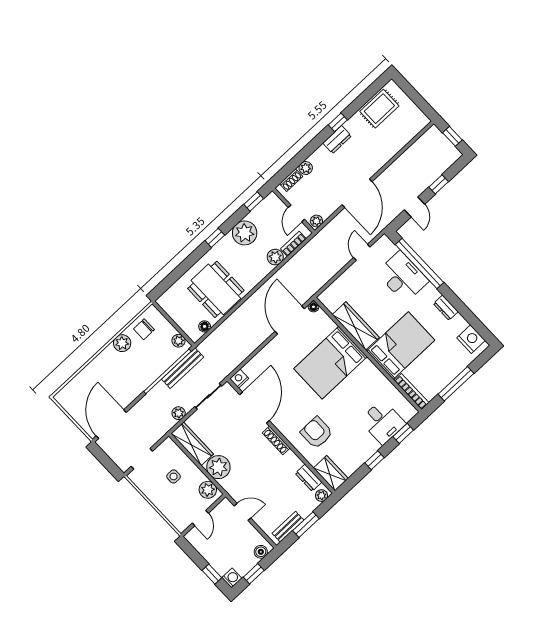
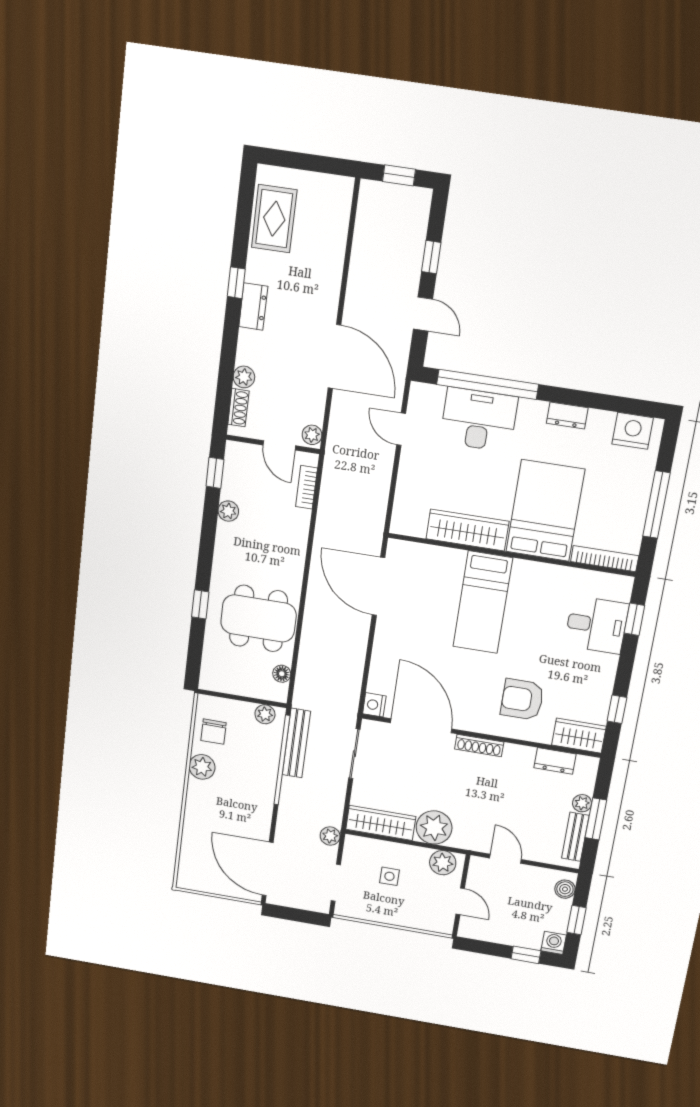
plant: (245, 233) -> (228, 511), width x0.53, depth x0.53
window: (215, 238) -> (200, 604), moved
plant: (275, 257) -> (298, 522), removed
floor lamp: (313, 307) -> (395, 547), removed
bed: (331, 363) -> (483, 602), width x0.67
plant: (179, 413) -> (330, 836), moved
window: (375, 460) -> (617, 709), moved
plant: (321, 496) -> (582, 803), moved
door: (242, 512) -> (505, 859), hinge flipped

